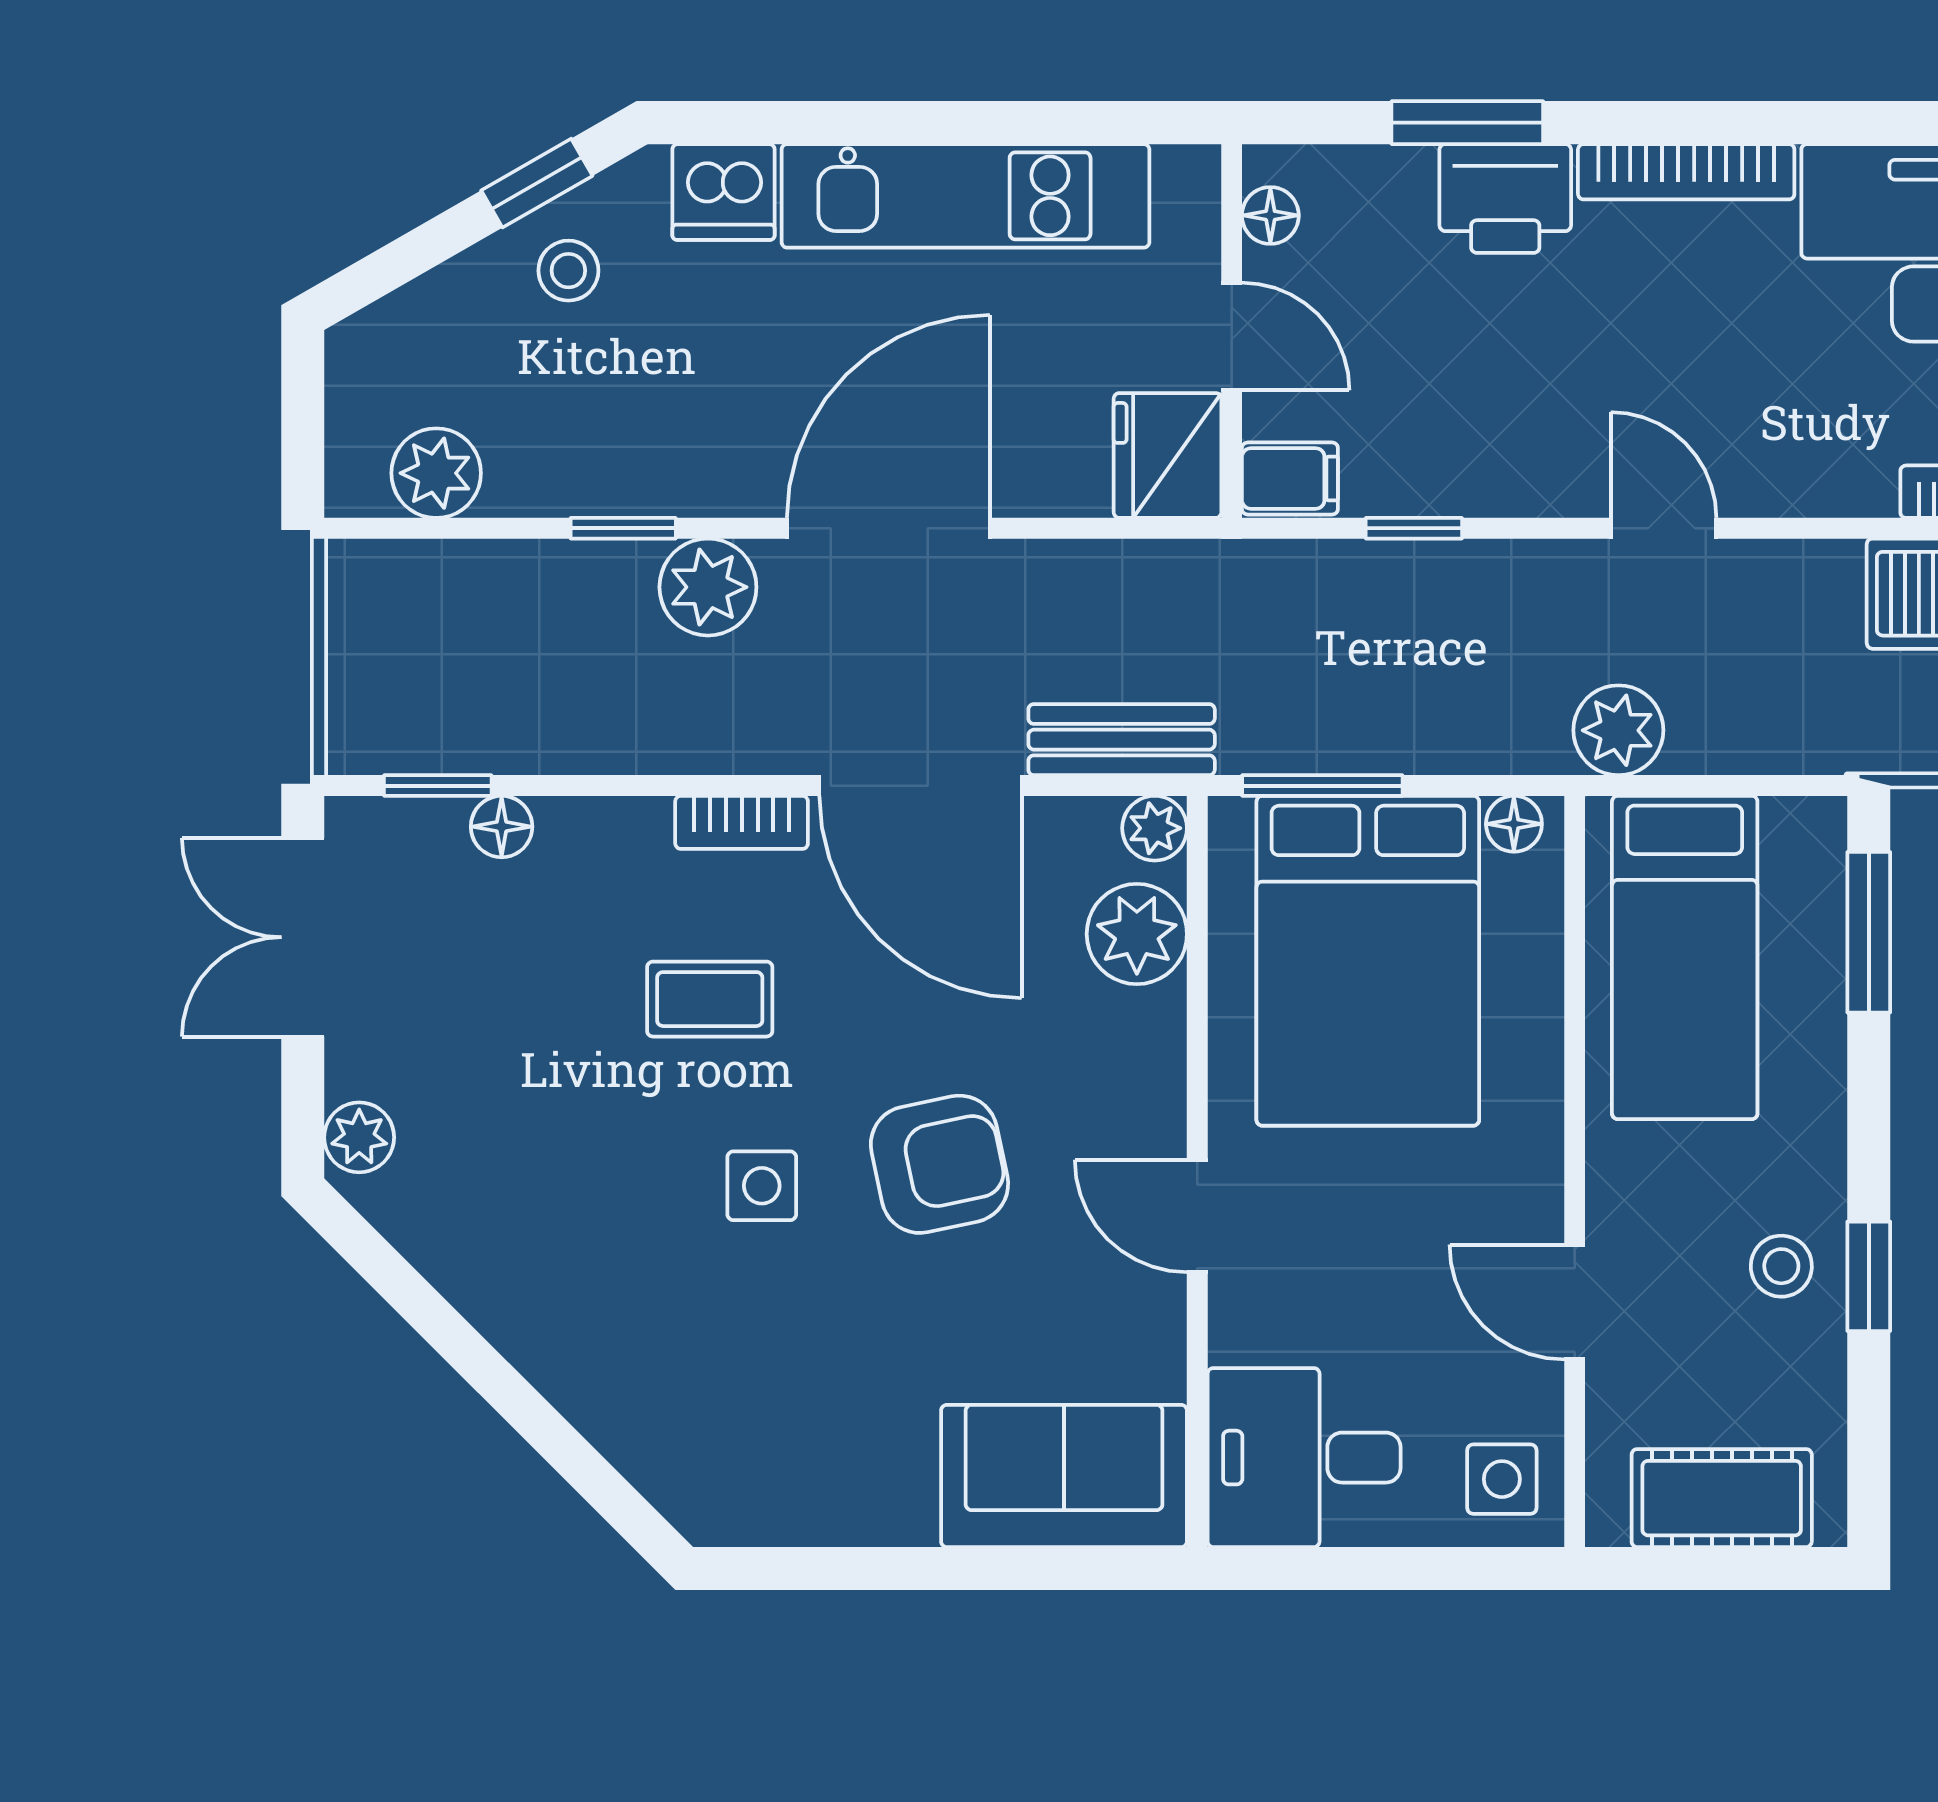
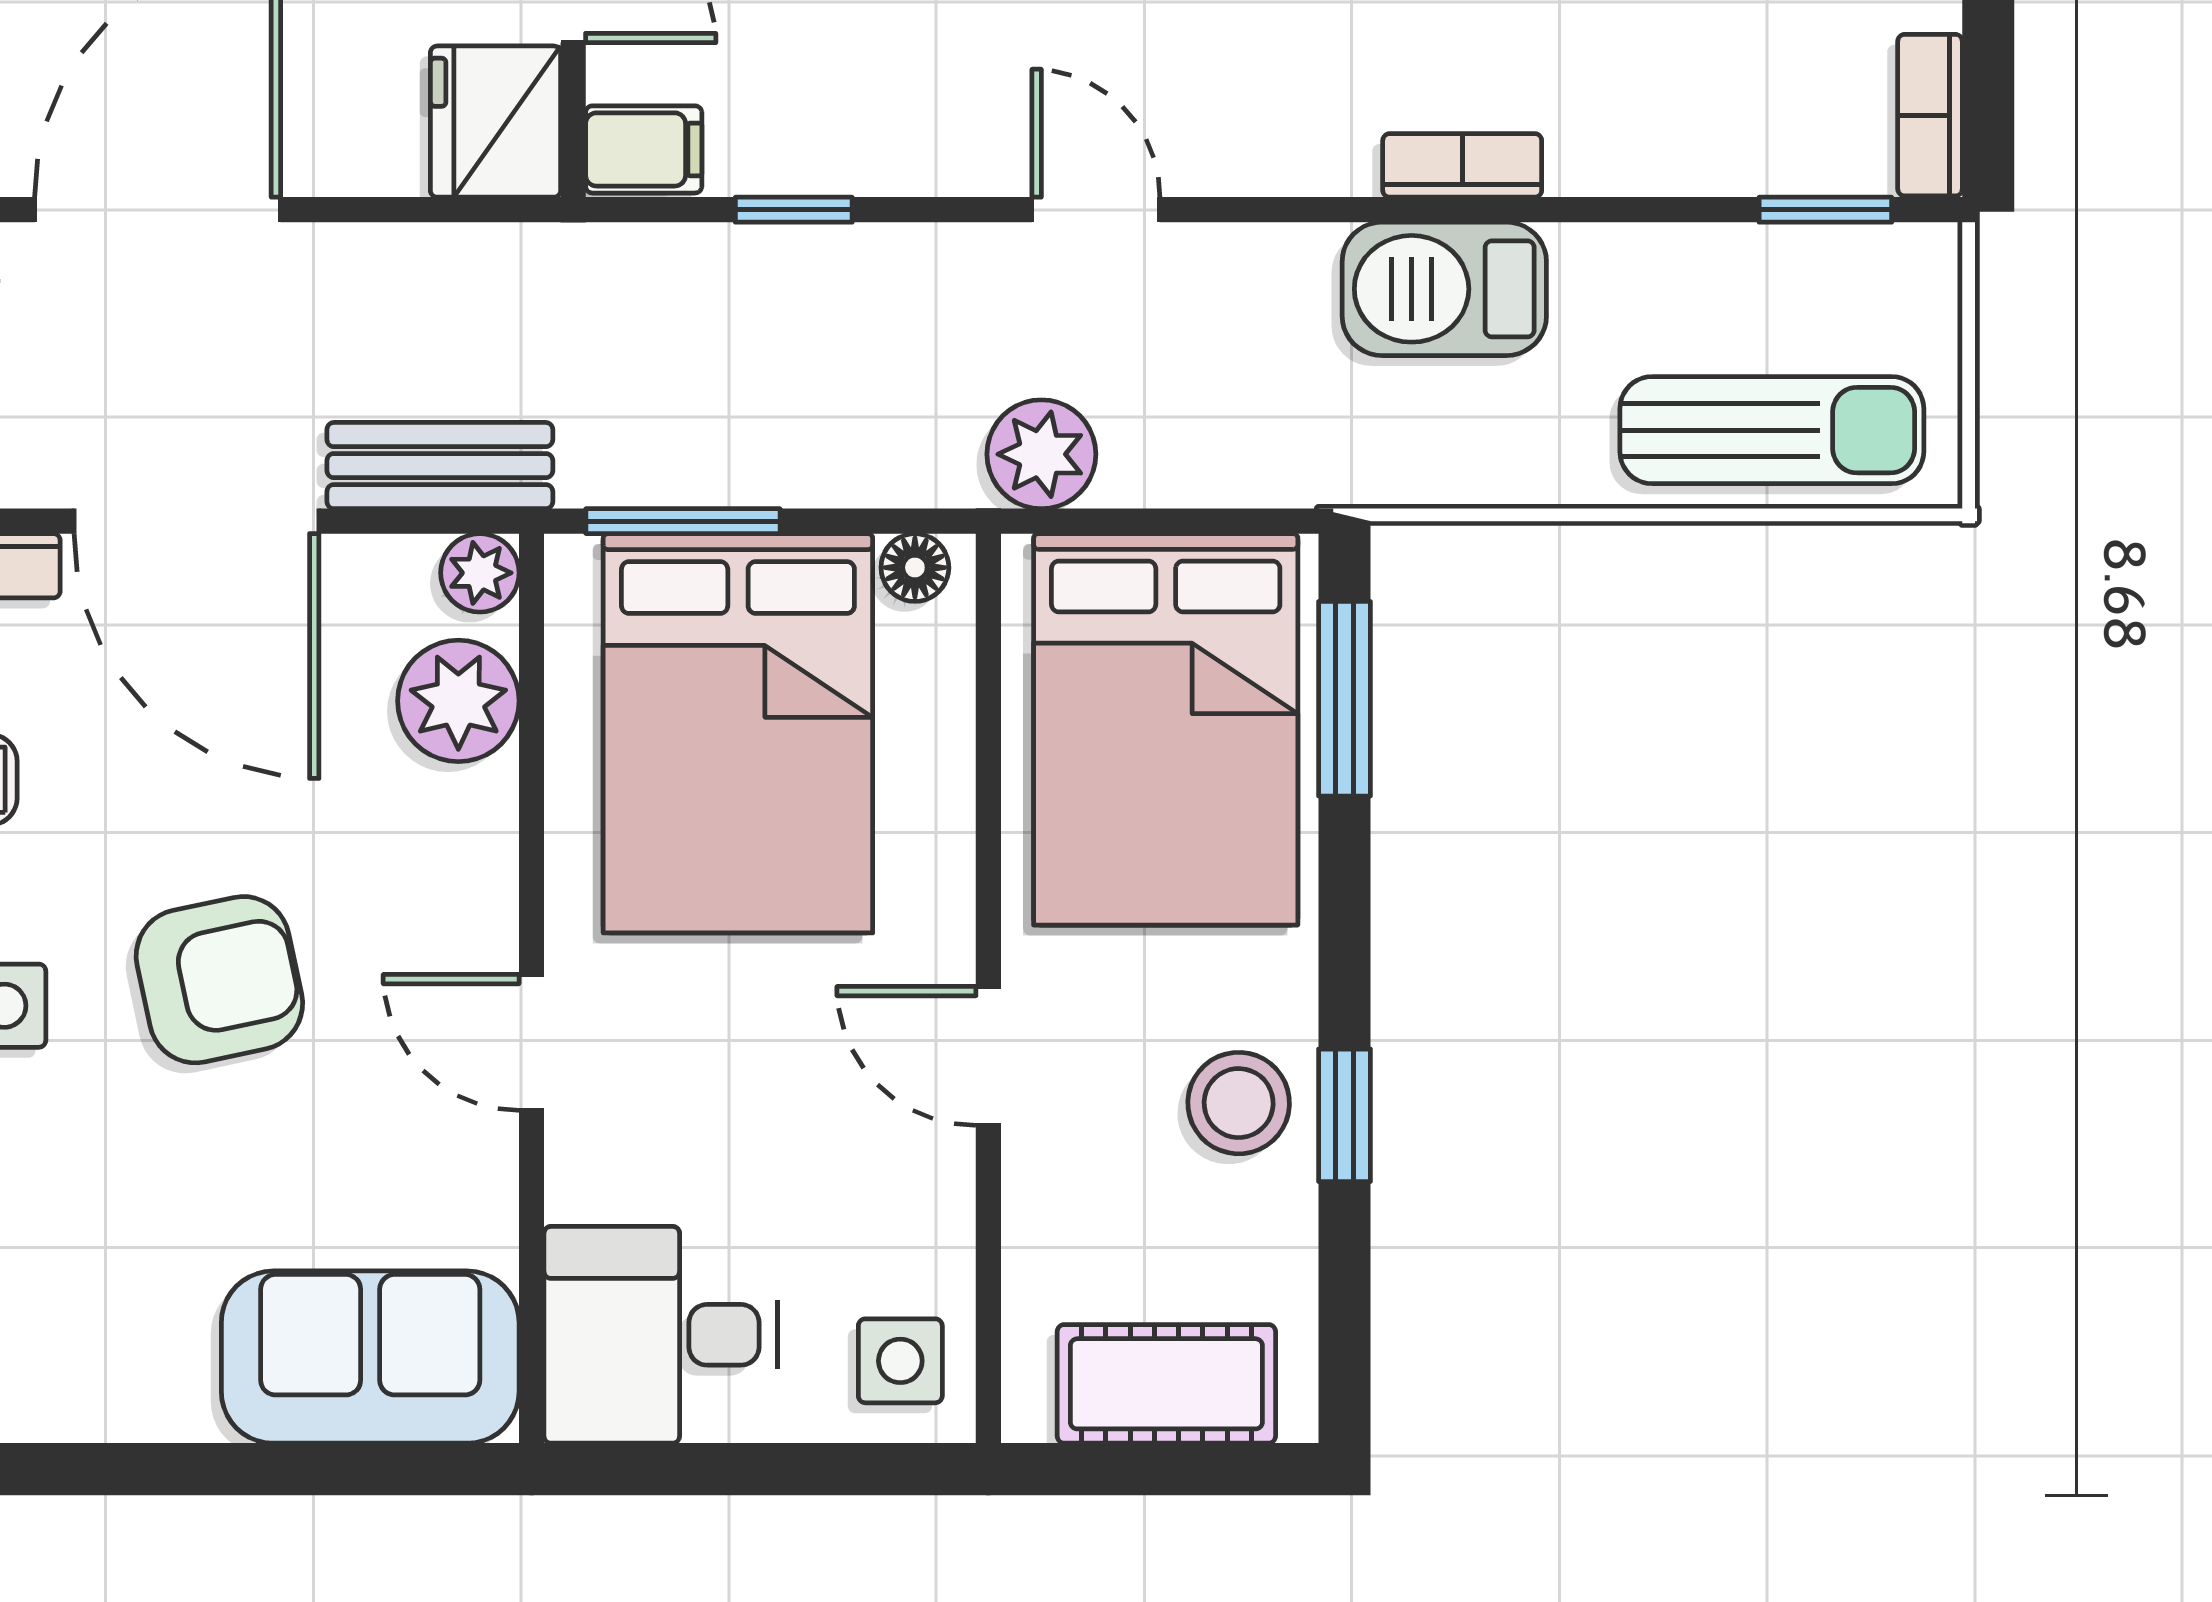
bed: (1685, 957) -> (1166, 729), width x1.50
stool: (1781, 1266) -> (1239, 1103), width x1.37, depth x1.37
door: (1575, 1302) -> (988, 1056), moved

